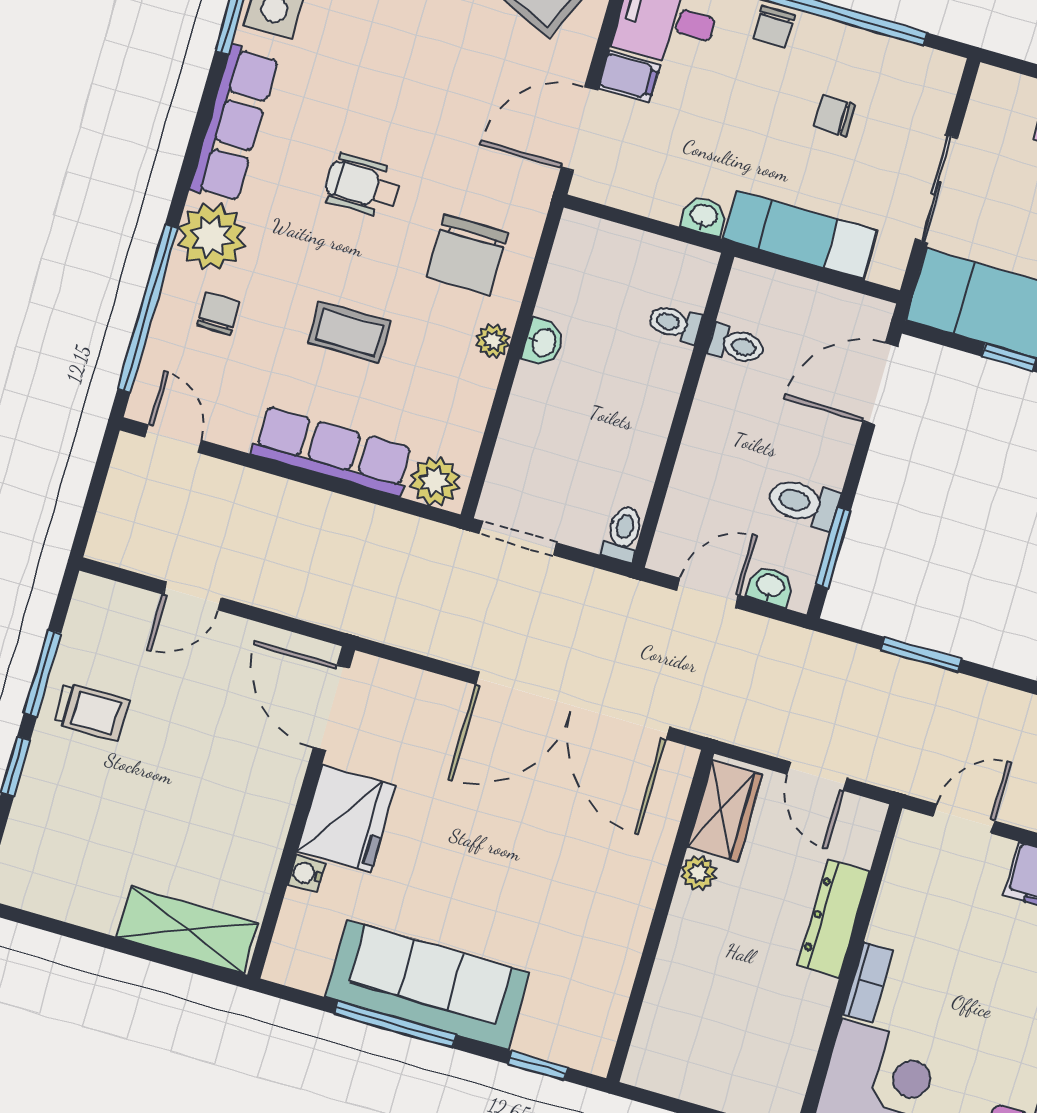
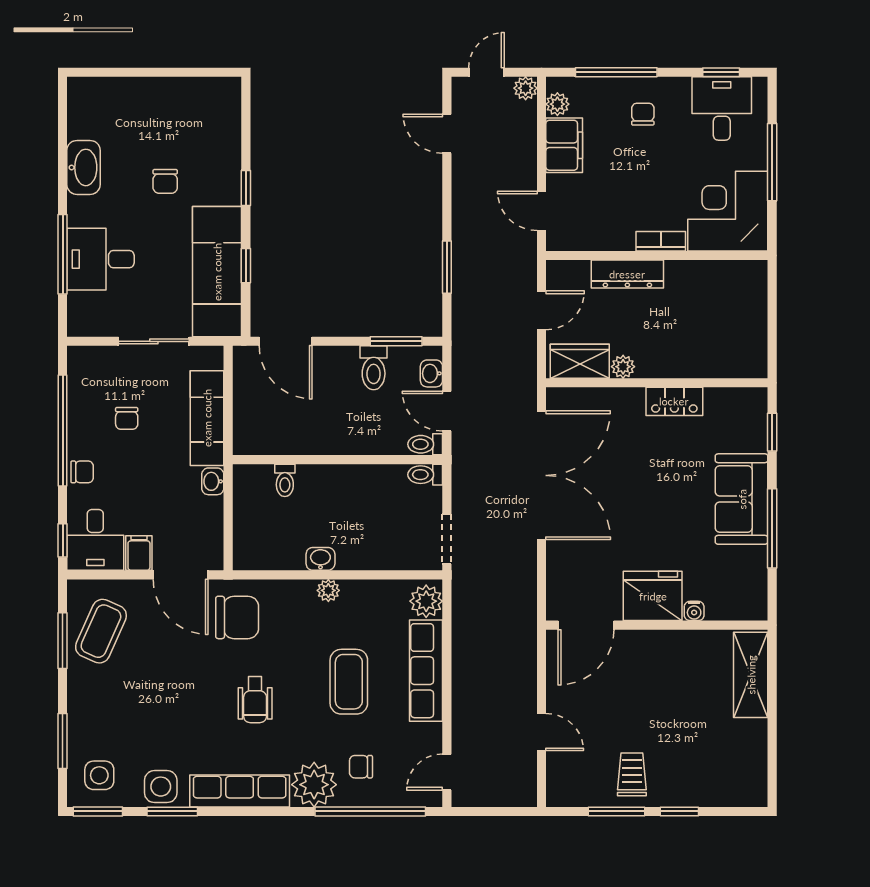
chair: (467, 255) -> (237, 617), moved
coffee table: (349, 332) -> (349, 682), width x1.36, depth x1.30
toilet: (737, 345) -> (425, 444), moved, turned -90
locker: (625, 934) -> (674, 401), added
sofa: (428, 985) -> (742, 499), width x0.73

